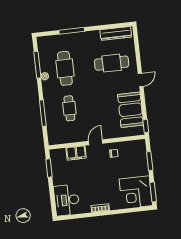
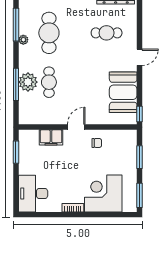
cafe table: (112, 63) -> (107, 33), width x0.73, depth x0.74
plant: (52, 110) -> (28, 82), added
corner desk: (136, 192) -> (103, 193), moved, turned 90

